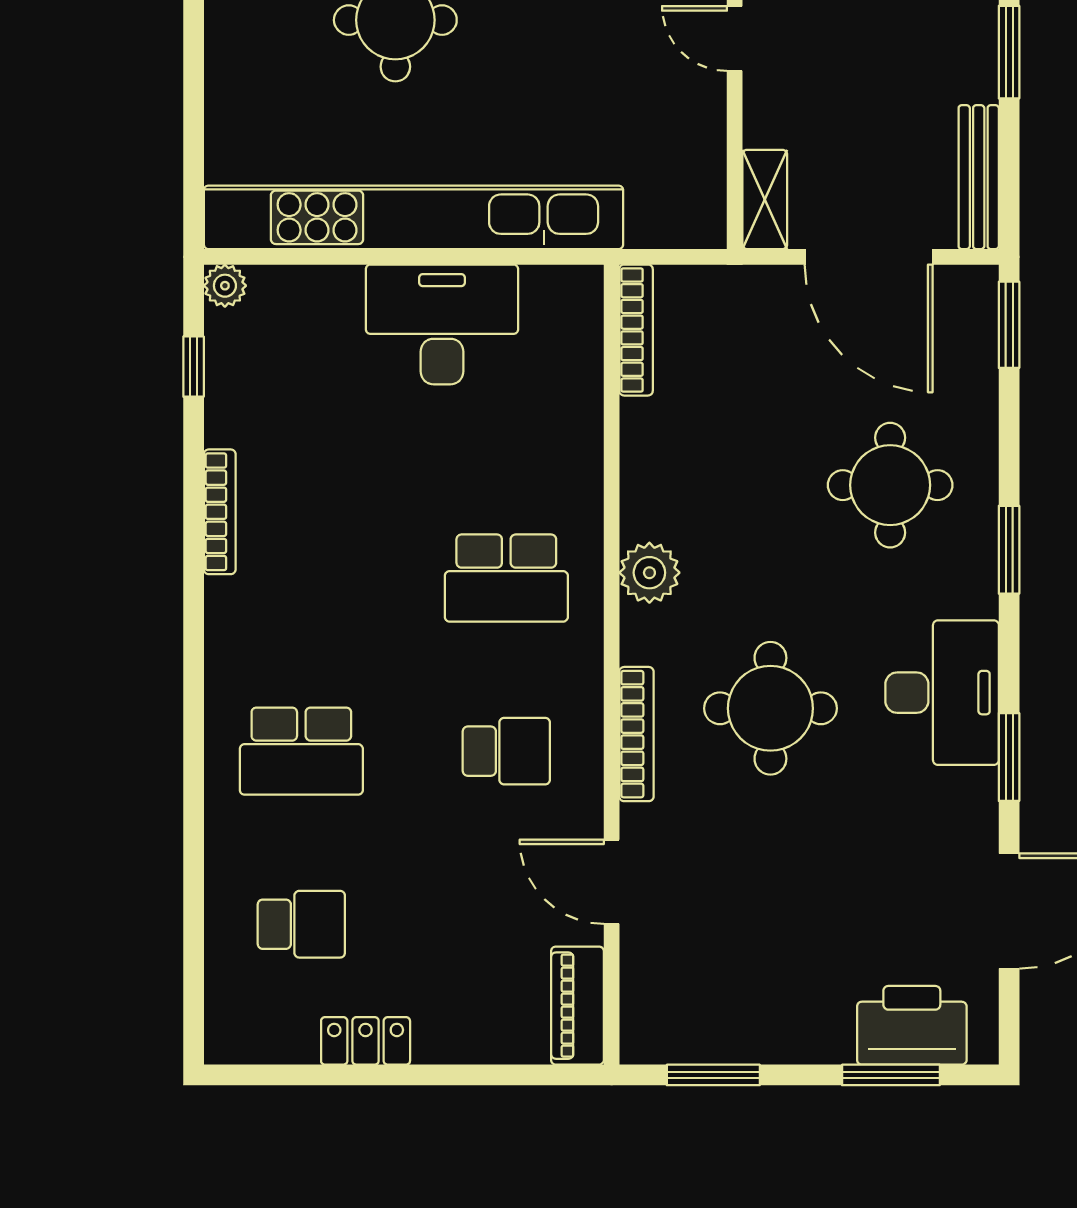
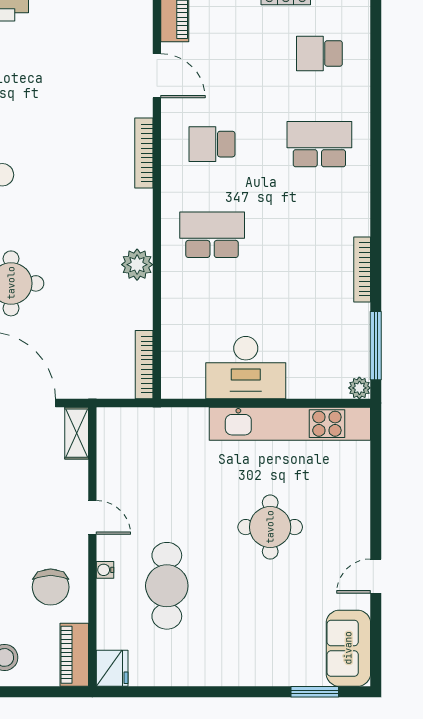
kitchen unit: (414, 217) -> (290, 424), width x0.73
window: (194, 367) -> (376, 346), width x2.17
plant: (649, 573) -> (137, 265), moved
round table: (770, 708) -> (74, 167), removed

